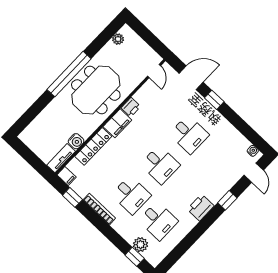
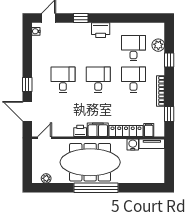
meeting table: (96, 90) -> (90, 162), width x1.36
filing cabinet: (67, 176) -> (149, 130), moved
window: (135, 257) -> (169, 60), moved

